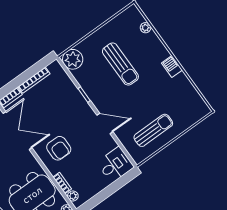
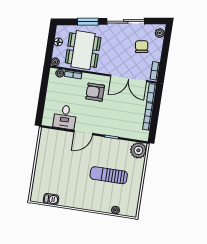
barbecue: (172, 67) -> (51, 199), moved
sun lounger: (153, 130) -> (52, 157), removed
desk: (115, 165) -> (65, 117), moved

